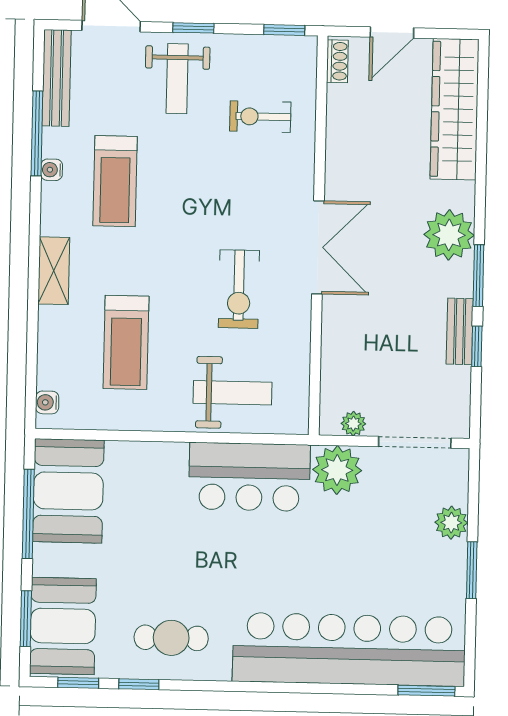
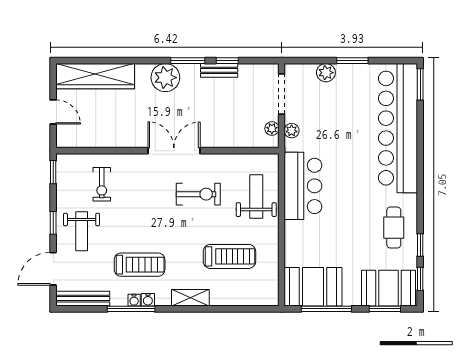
shoe rack: (337, 61) -> (70, 142), removed
weight bench: (177, 79) -> (82, 231), turned 90
window: (37, 133) -> (131, 309), moved
water cooler: (47, 402) -> (148, 300), moved
plant: (337, 470) -> (292, 131), width x0.53, depth x0.53

